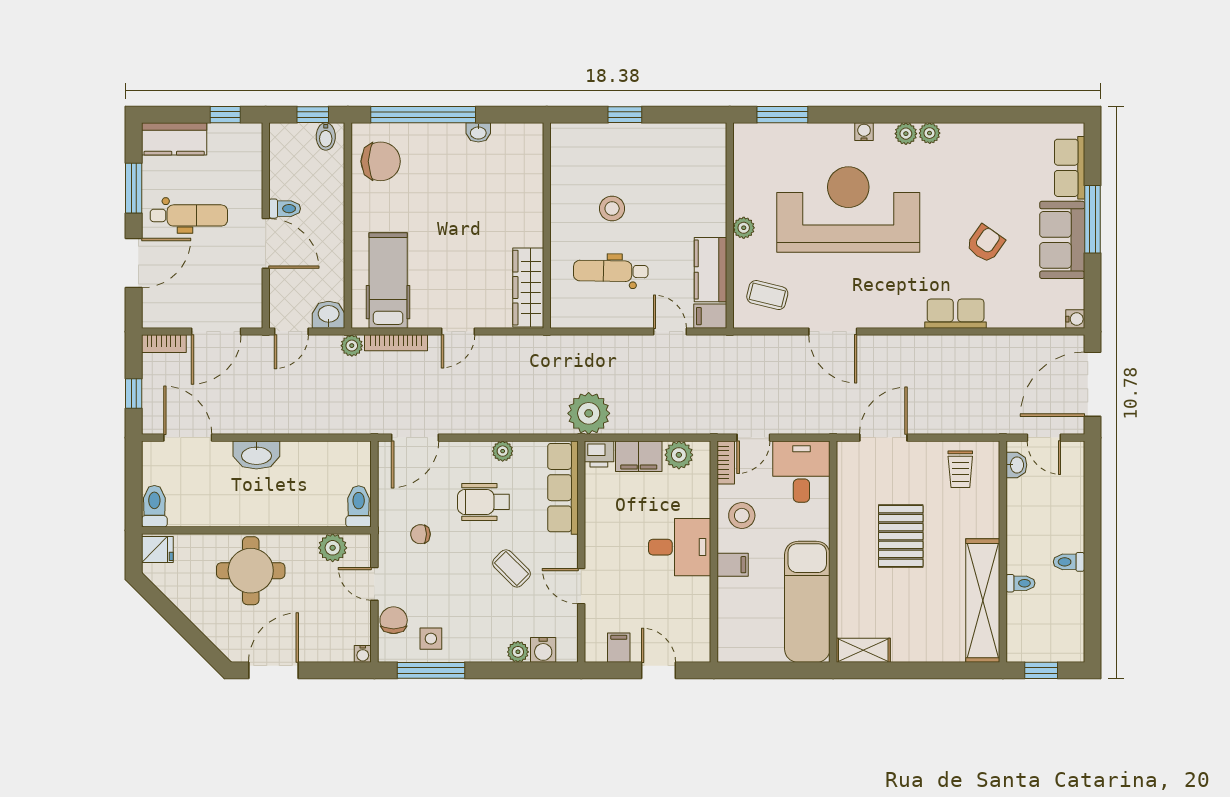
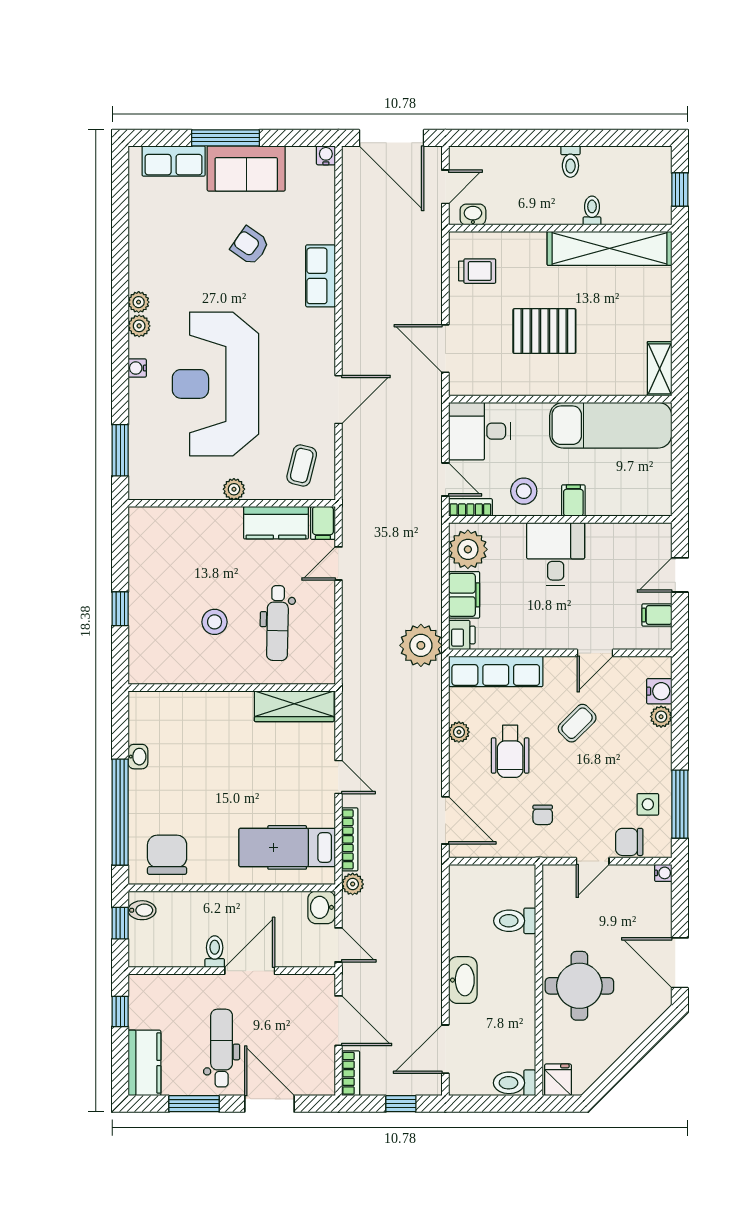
plant: (679, 455) -> (468, 549), width x1.36, depth x1.36
toilet: (359, 506) -> (515, 921), moved
plant: (333, 548) -> (556, 903), removed

